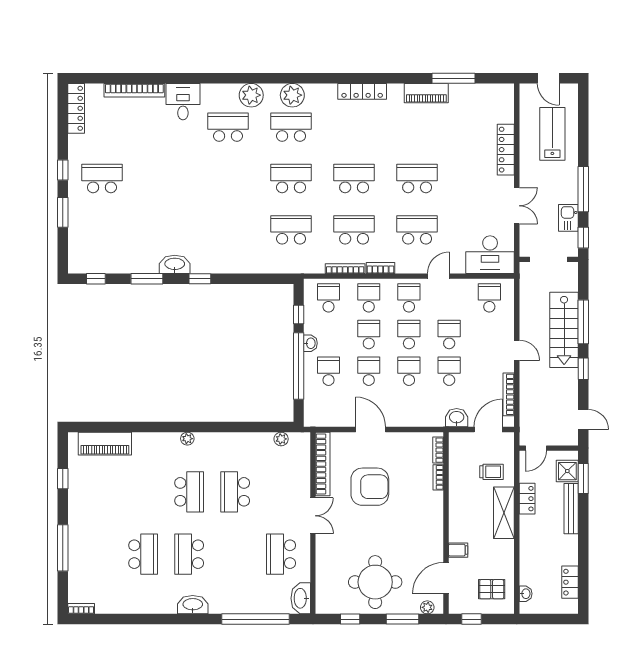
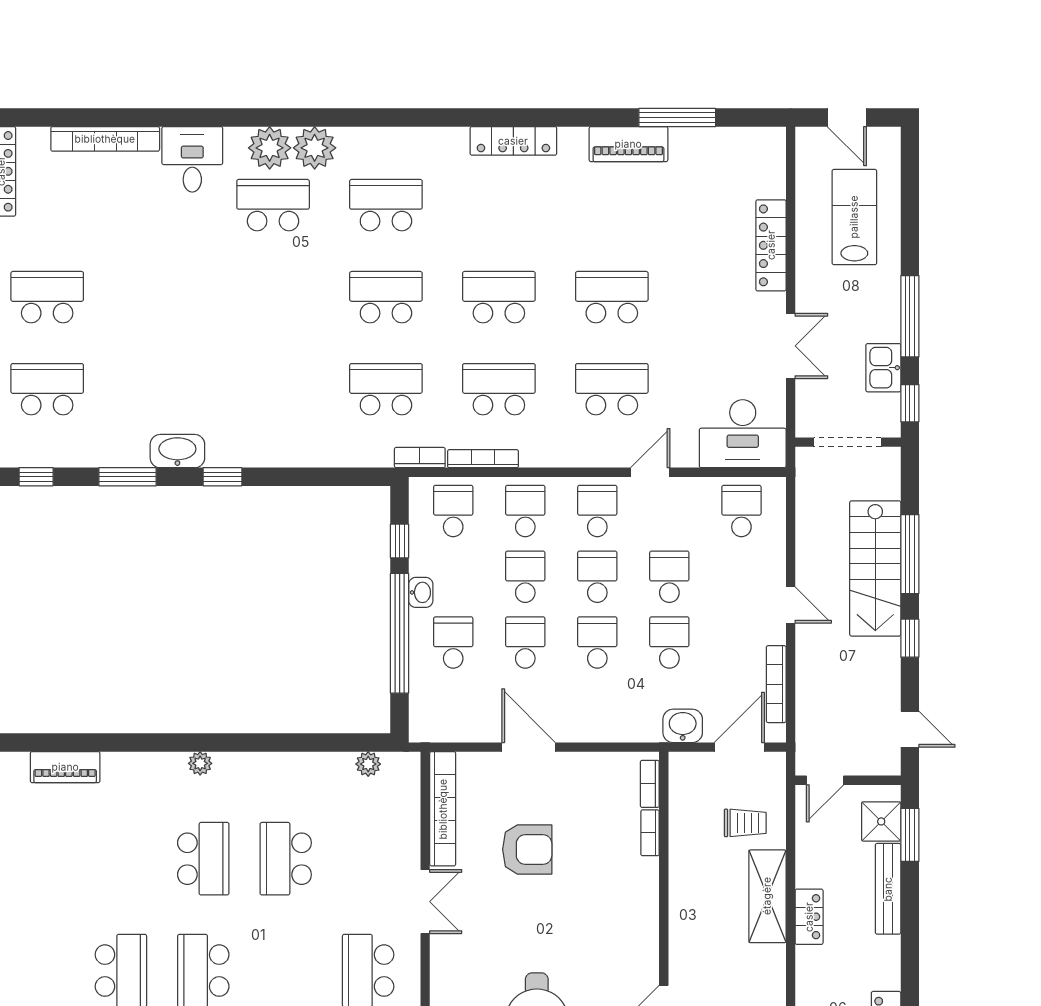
plant: (292, 95) -> (270, 148), moved
school desk: (102, 230) -> (47, 389), added
bookcase: (380, 268) -> (420, 458), moved
piano: (105, 444) -> (65, 767), width x0.73, depth x0.75
armchair: (370, 487) -> (527, 849), width x0.73, depth x0.73
locker: (527, 499) -> (809, 917), moved
filing cabinet: (458, 550) -> (685, 963), removed

